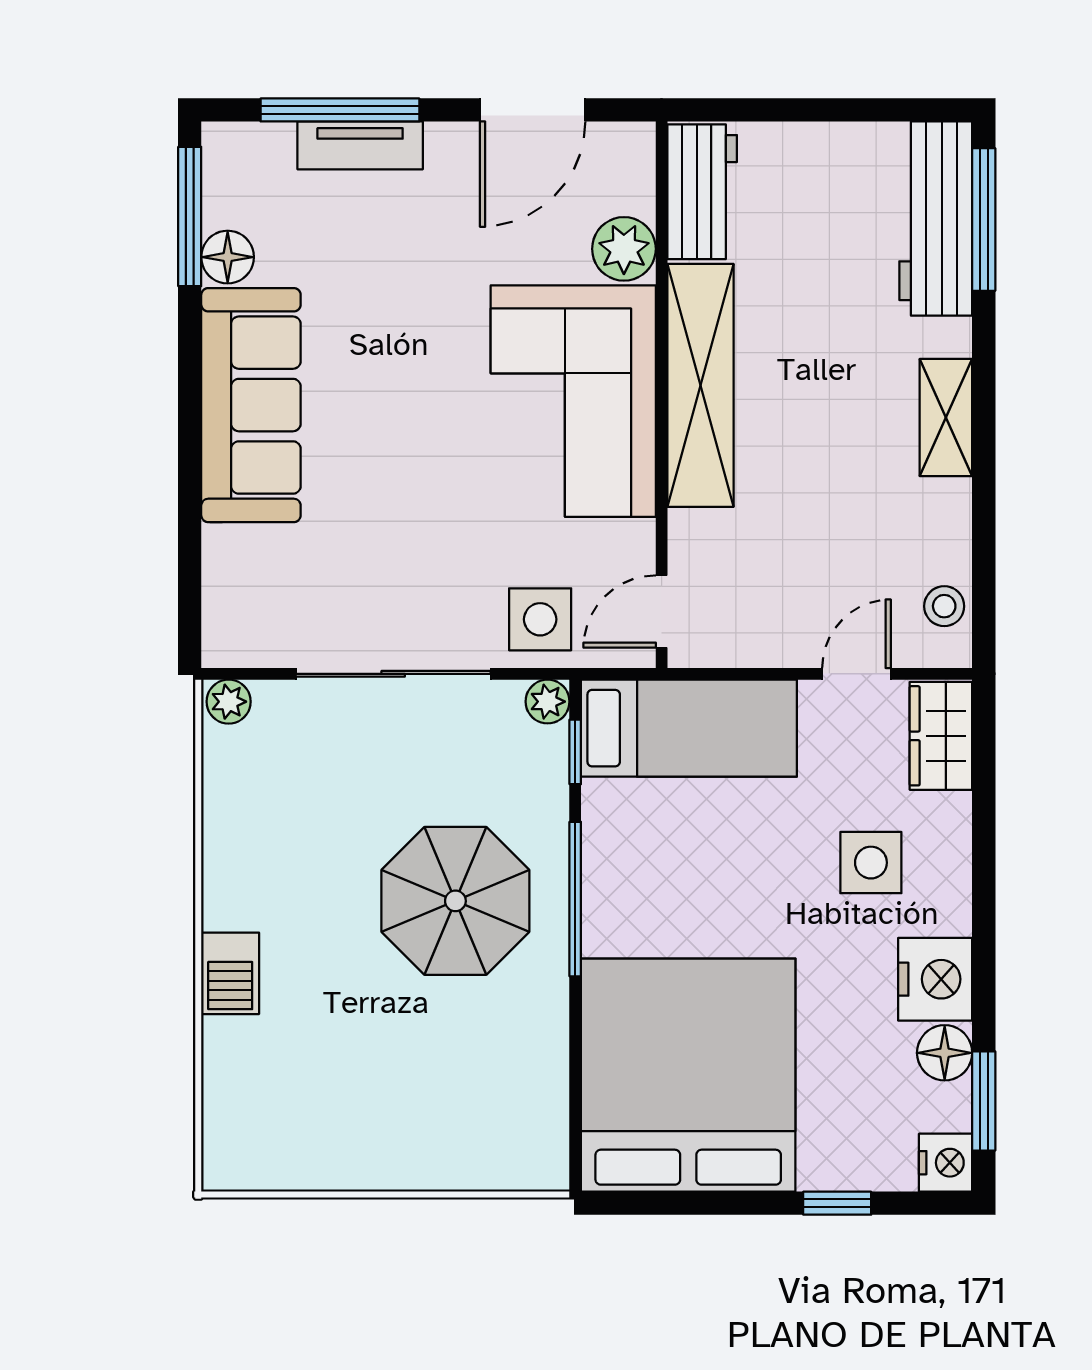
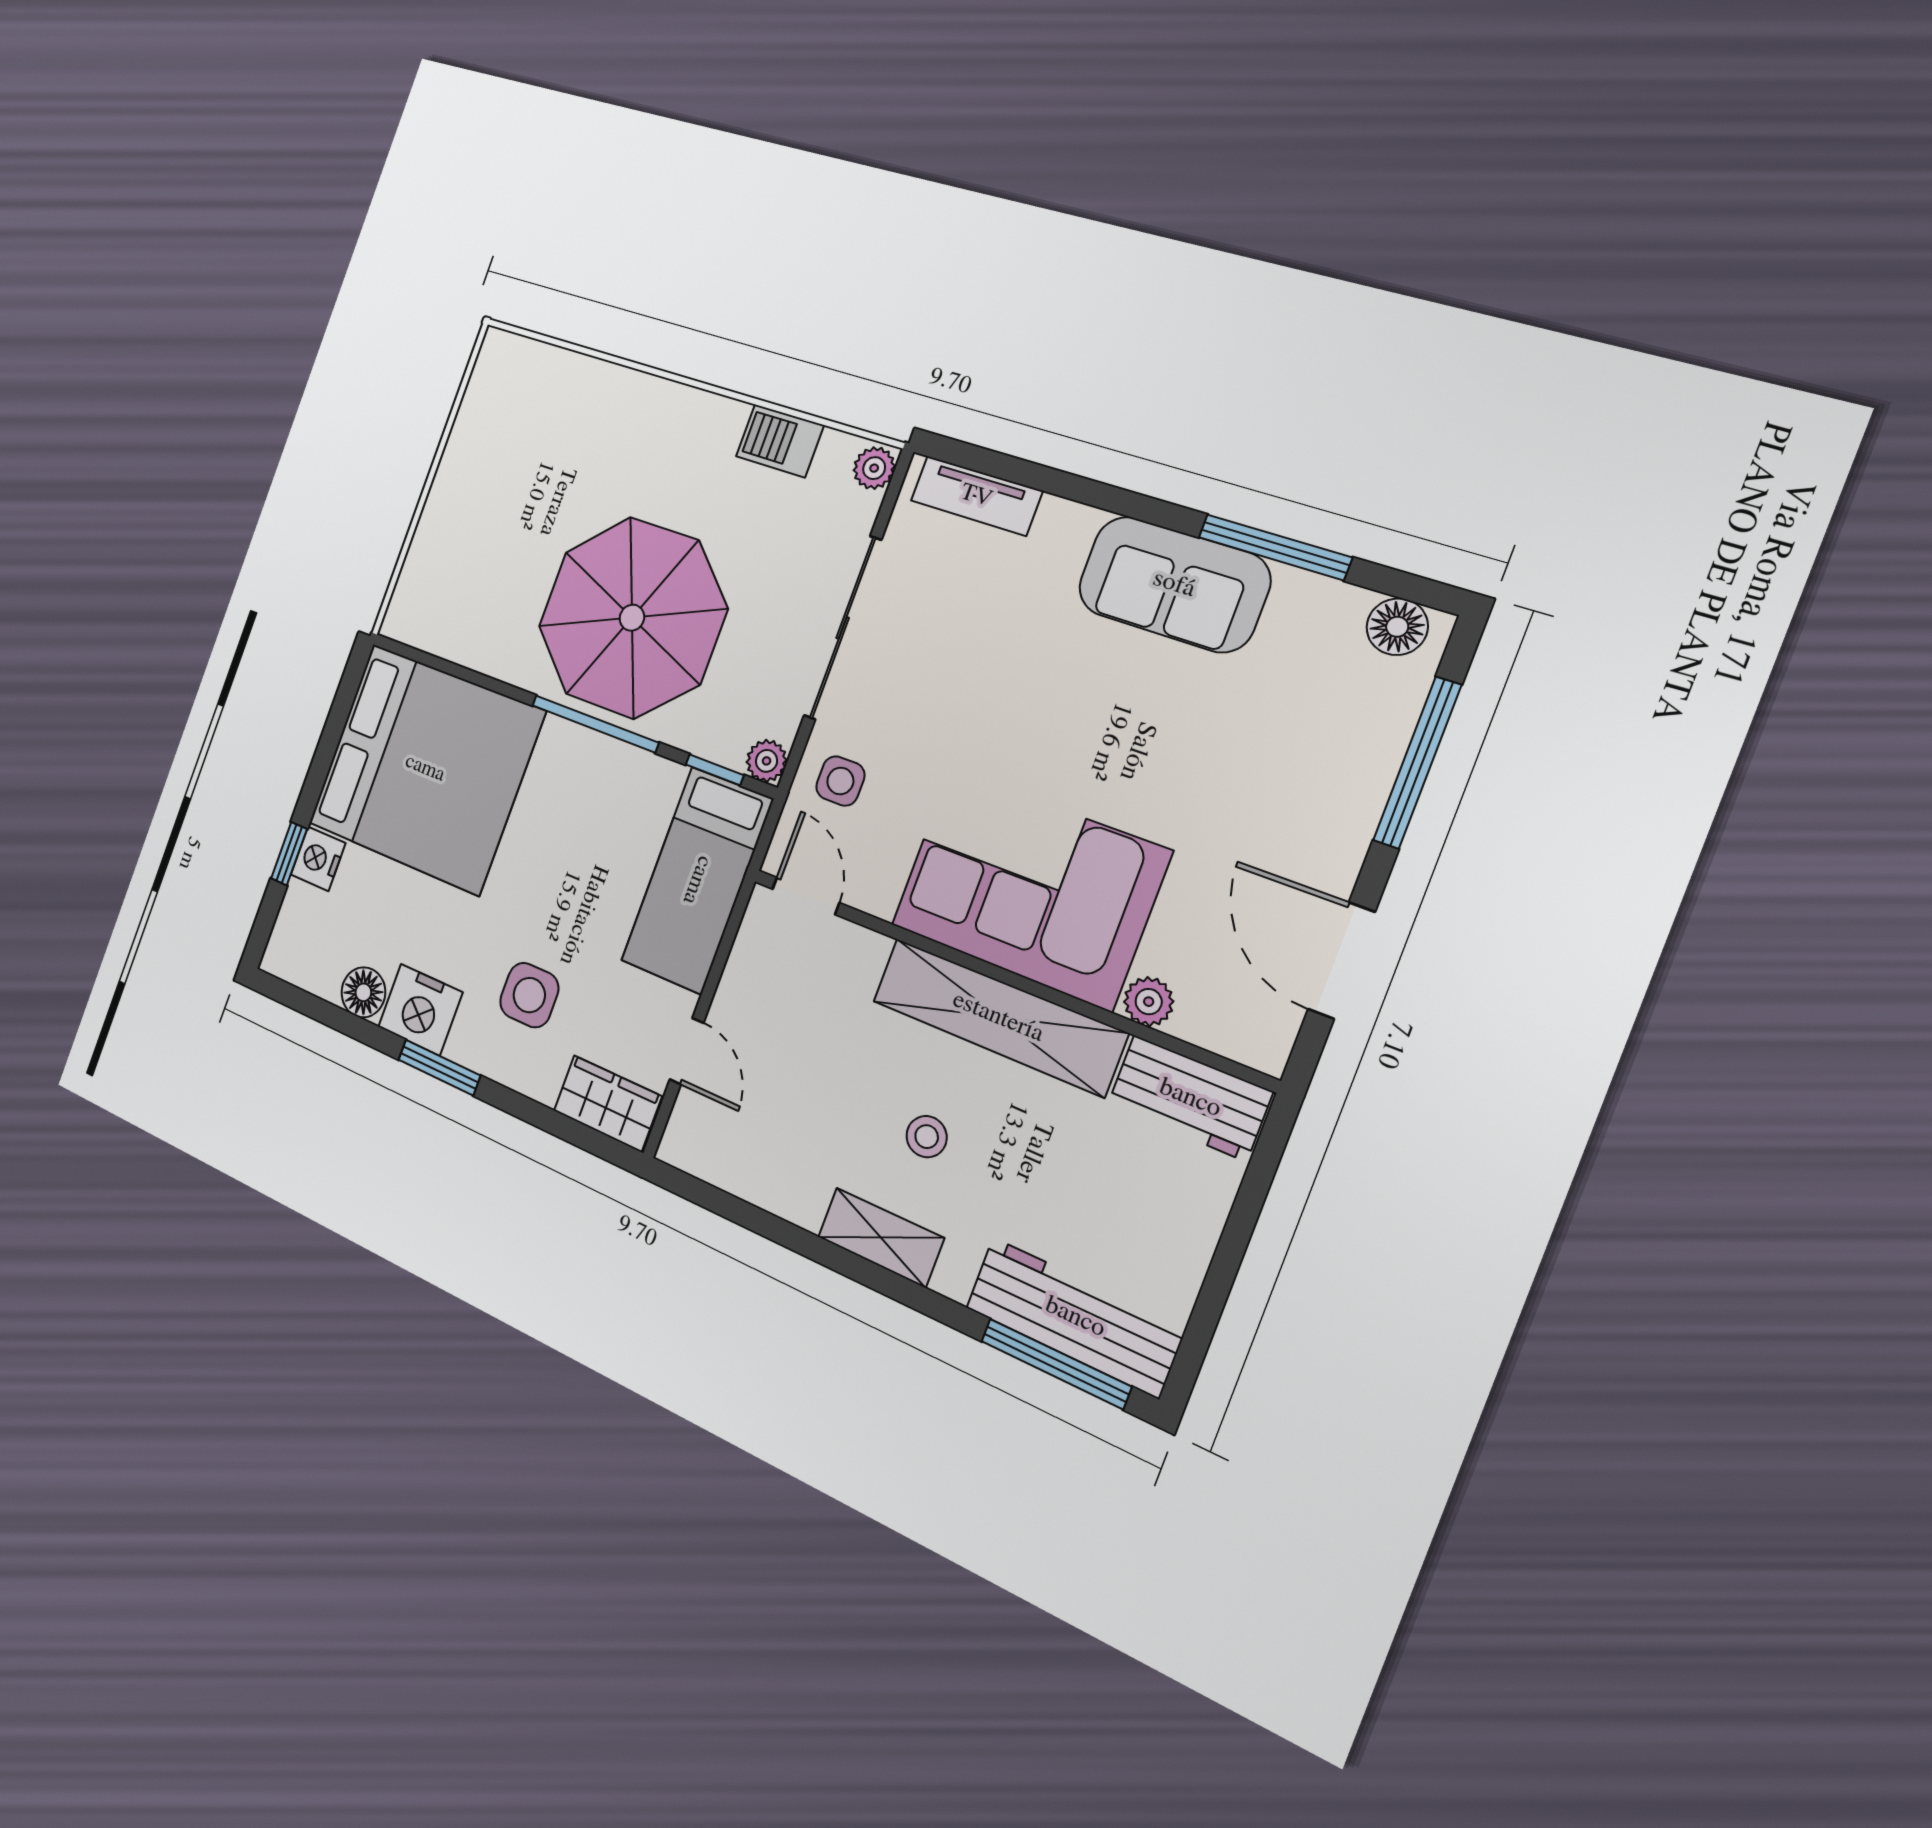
tv unit: (360, 145) -> (976, 496), moved, turned -90
window: (190, 217) -> (1275, 547), moved
plant: (624, 249) -> (1149, 1002), width x0.73, depth x0.73
floor lamp: (228, 257) -> (1397, 627), moved
sofa: (251, 405) -> (1174, 584), width x0.73
stool: (944, 606) -> (927, 1137), moved
side table: (540, 619) -> (840, 781), width x0.73, depth x0.73
parasol: (455, 901) -> (632, 618), width x1.36, depth x1.36
barbecue: (230, 973) -> (780, 441), moved
window: (984, 1101) -> (439, 1068), moved
nightstand: (946, 1163) -> (318, 859), moved, turned 90

